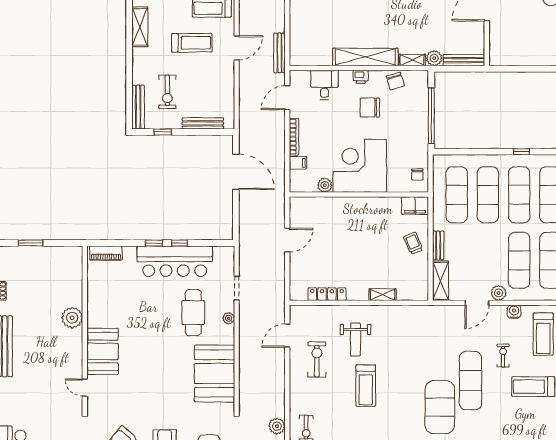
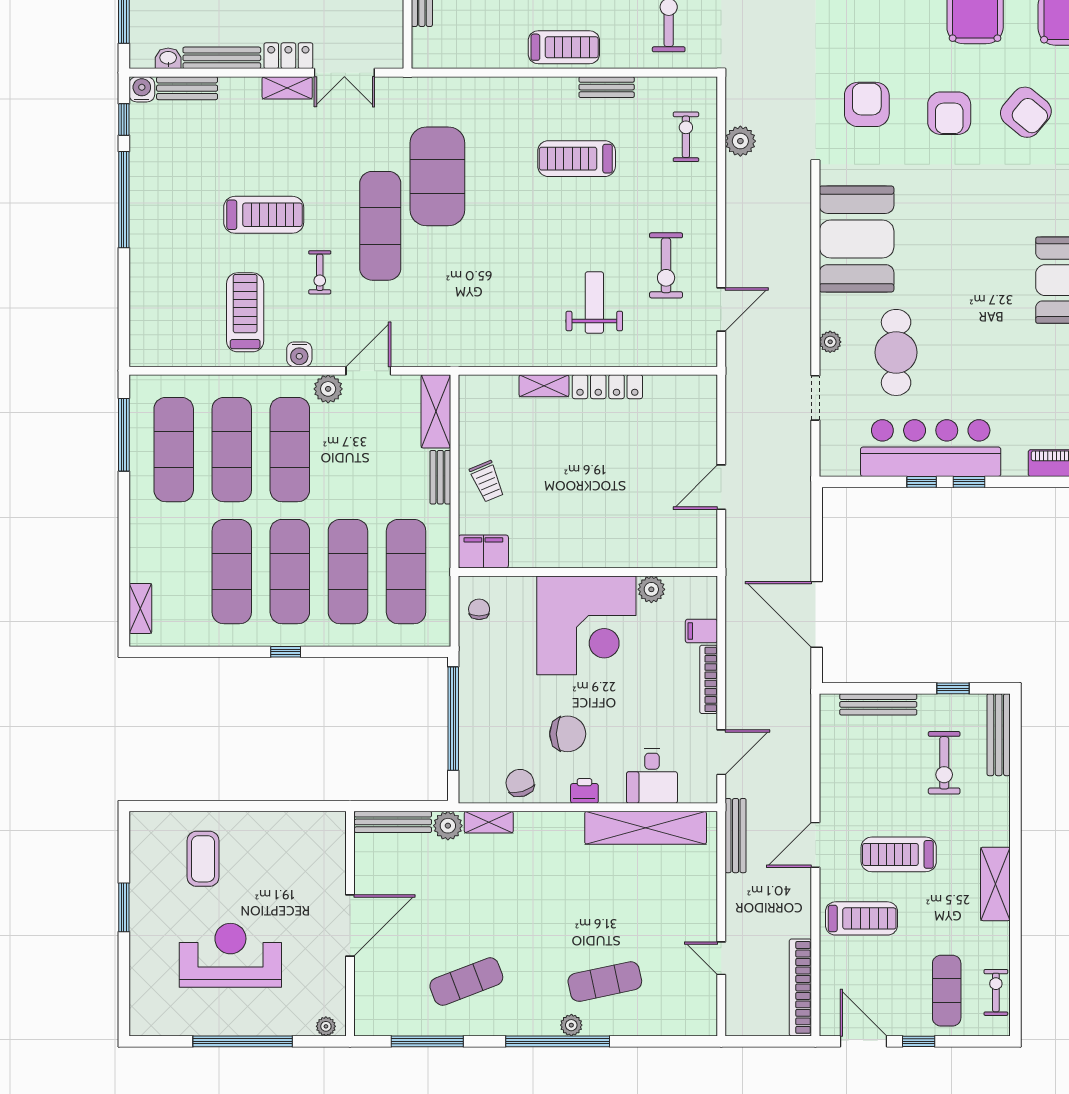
shelving: (365, 57) -> (646, 828), moved
exercise bike: (167, 92) -> (944, 763), turned 180
locker: (327, 294) -> (607, 387), moved
treadmill: (366, 386) -> (577, 159), moved, turned -90

